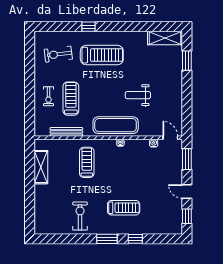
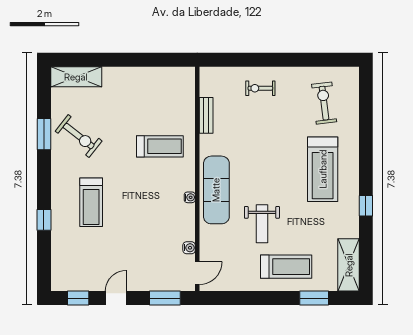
window: (88, 27) -> (366, 206), moved
weight bench: (138, 95) -> (262, 224), turned 180
treadmill: (71, 99) -> (286, 267), moved
bench: (66, 132) -> (206, 115), width x0.73
shelving: (41, 167) -> (76, 77), moved
exercise bike: (80, 216) -> (79, 136), turned 38
window: (107, 239) -> (44, 134), moved

